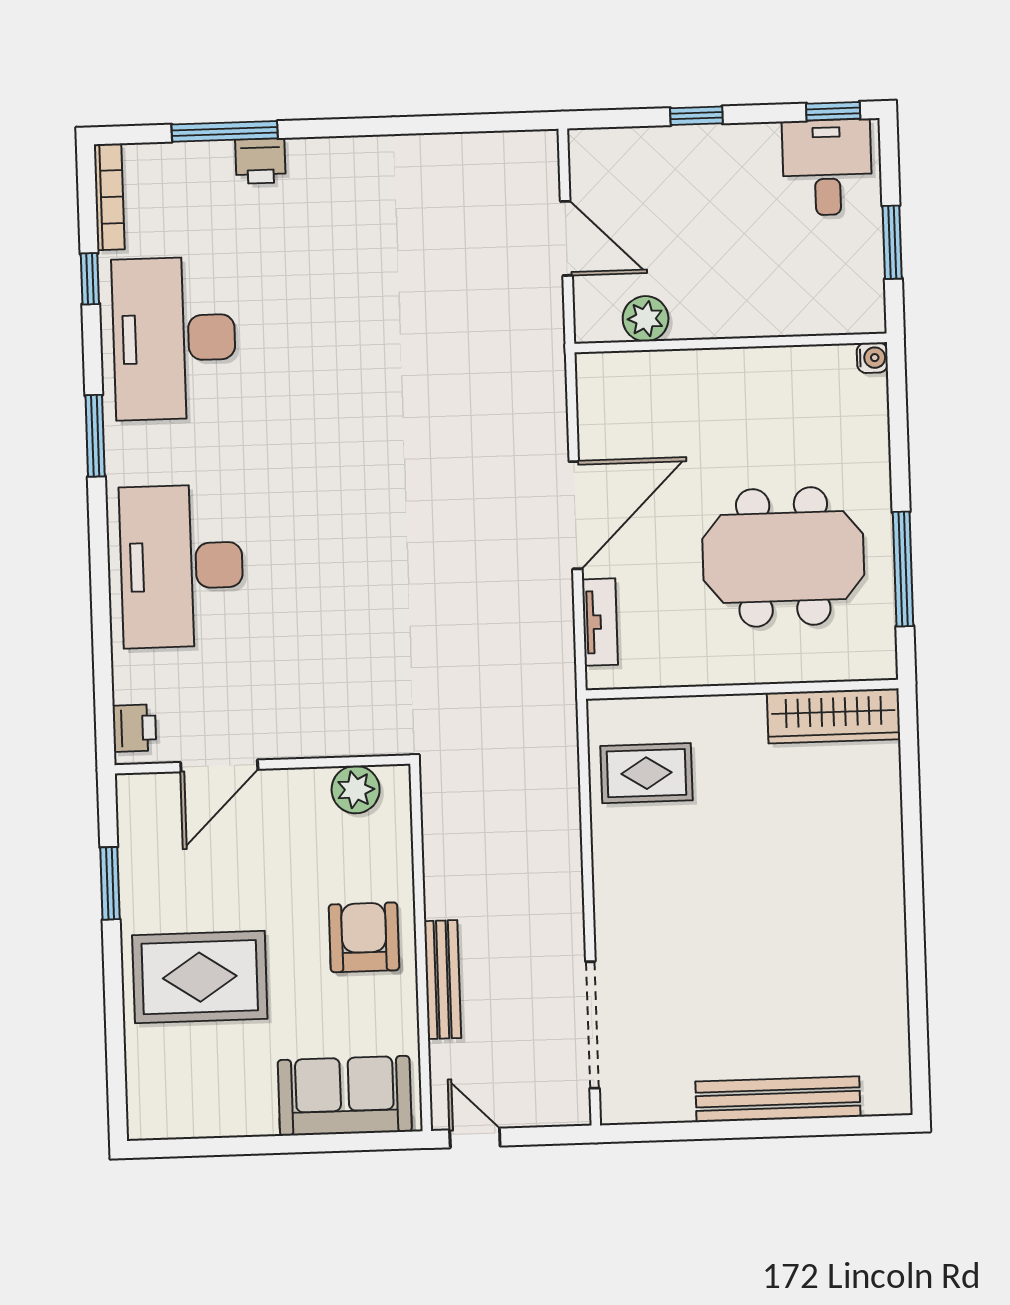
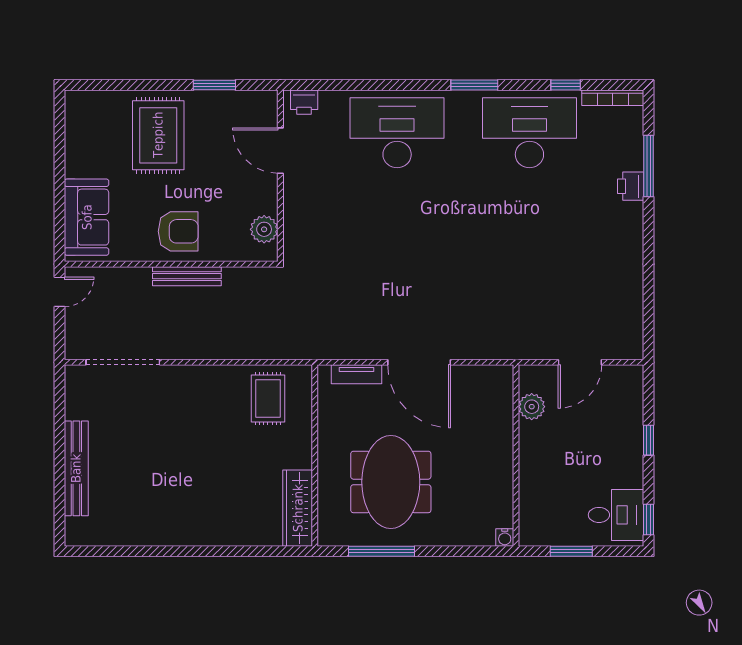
bench: (443, 980) -> (187, 276), moved

